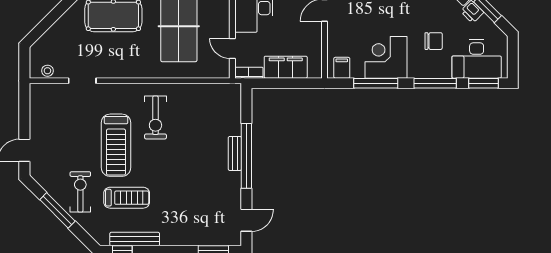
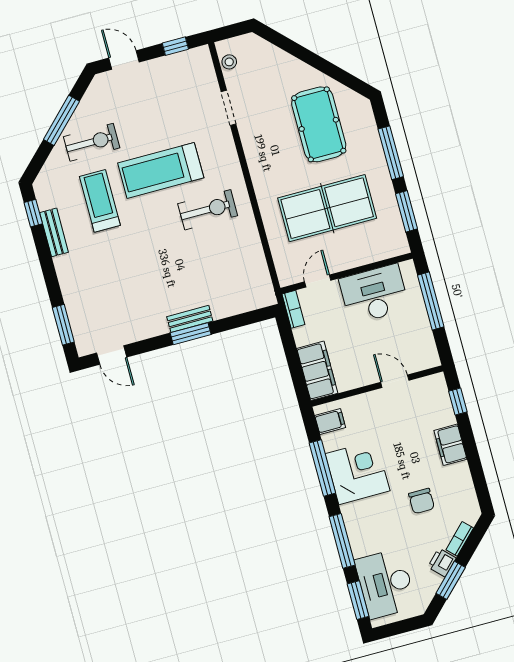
chair: (434, 41) -> (421, 501), moved
filing cabinet: (286, 67) -> (317, 371), moved
window: (24, 108) -> (175, 46), added
exercise bike: (155, 117) -> (208, 210), turned 180
window: (246, 156) -> (191, 334), width x0.47
treadmill: (127, 198) -> (100, 201), turned 180
bench: (135, 239) -> (54, 232), width x0.73

